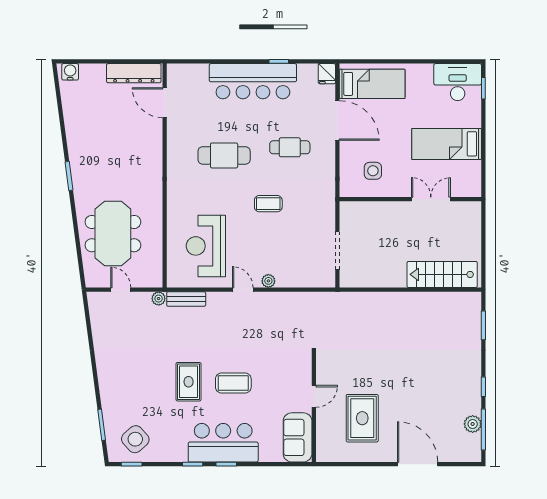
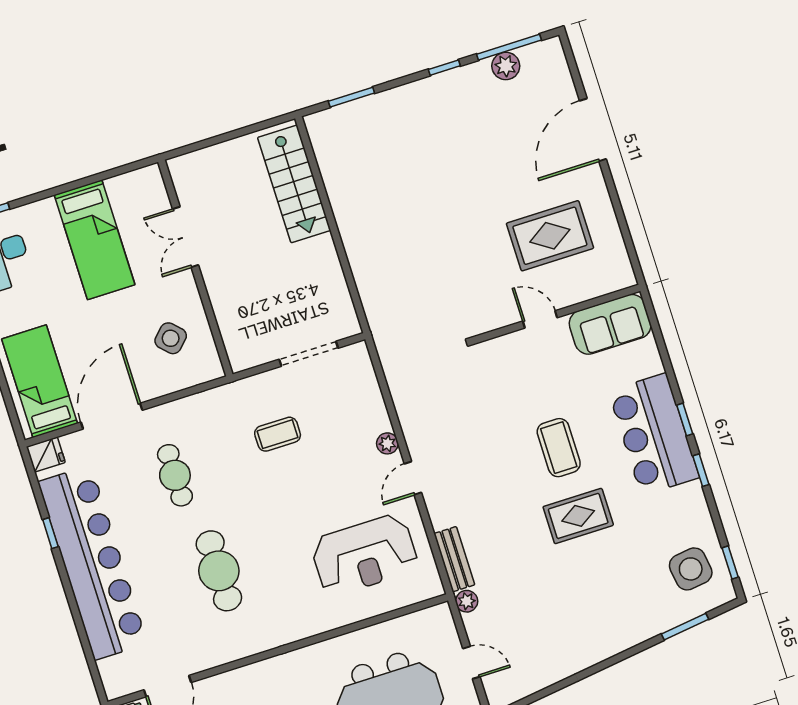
bar counter: (253, 81) -> (93, 563), width x1.36
side table: (373, 171) -> (171, 338), turned 45
coffee table: (268, 204) -> (278, 434), moved, turned 90
door: (121, 290) -> (471, 663), swing flipped
side table: (135, 439) -> (691, 569), turned 34

